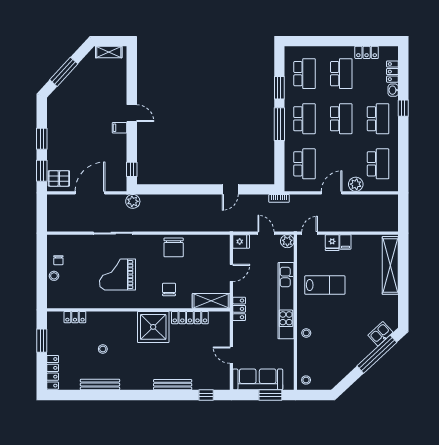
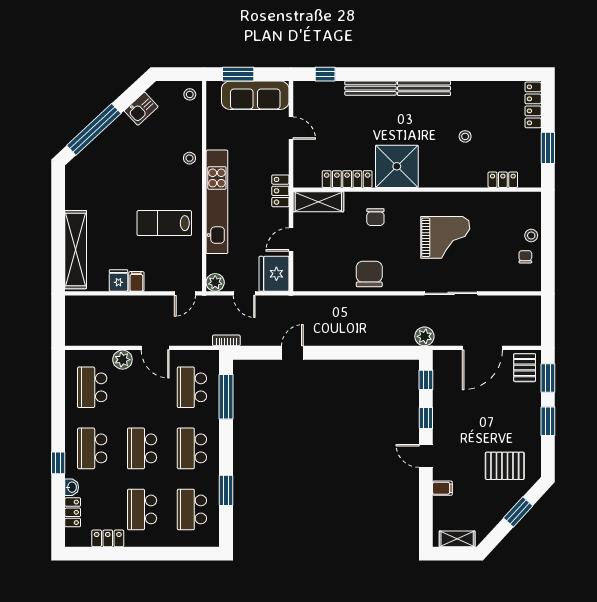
window: (64, 72) -> (518, 512), width x0.69
pallet: (74, 106) -> (505, 466), added
window: (279, 124) -> (226, 397), moved
filing cabinet: (120, 128) -> (442, 488), moved
window: (132, 141) -> (426, 418), added
pallet: (59, 178) -> (525, 368), turned 90
door: (332, 193) -> (155, 348), hinge flipped
fridge: (241, 242) -> (274, 274), width x1.88, depth x1.34
fridge: (332, 243) -> (118, 281), moved
kitchen sink: (380, 334) -> (141, 109), moved
bench: (100, 385) -> (424, 88), moved

